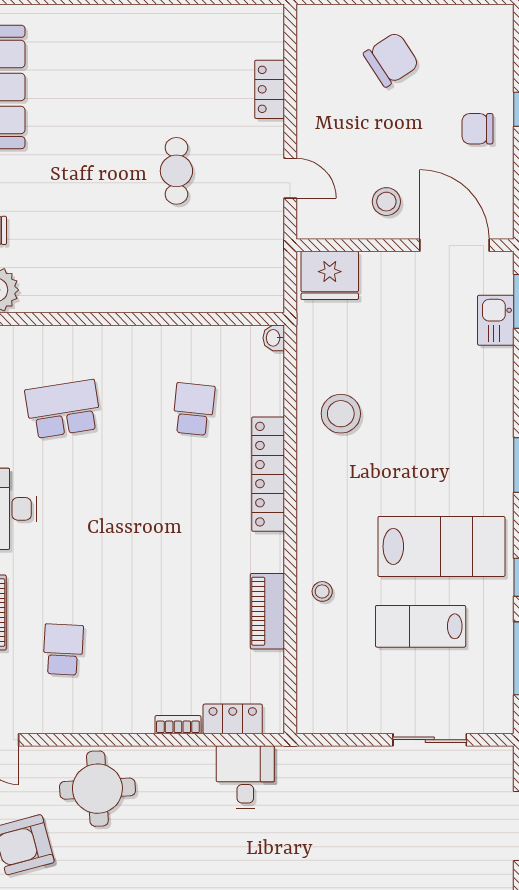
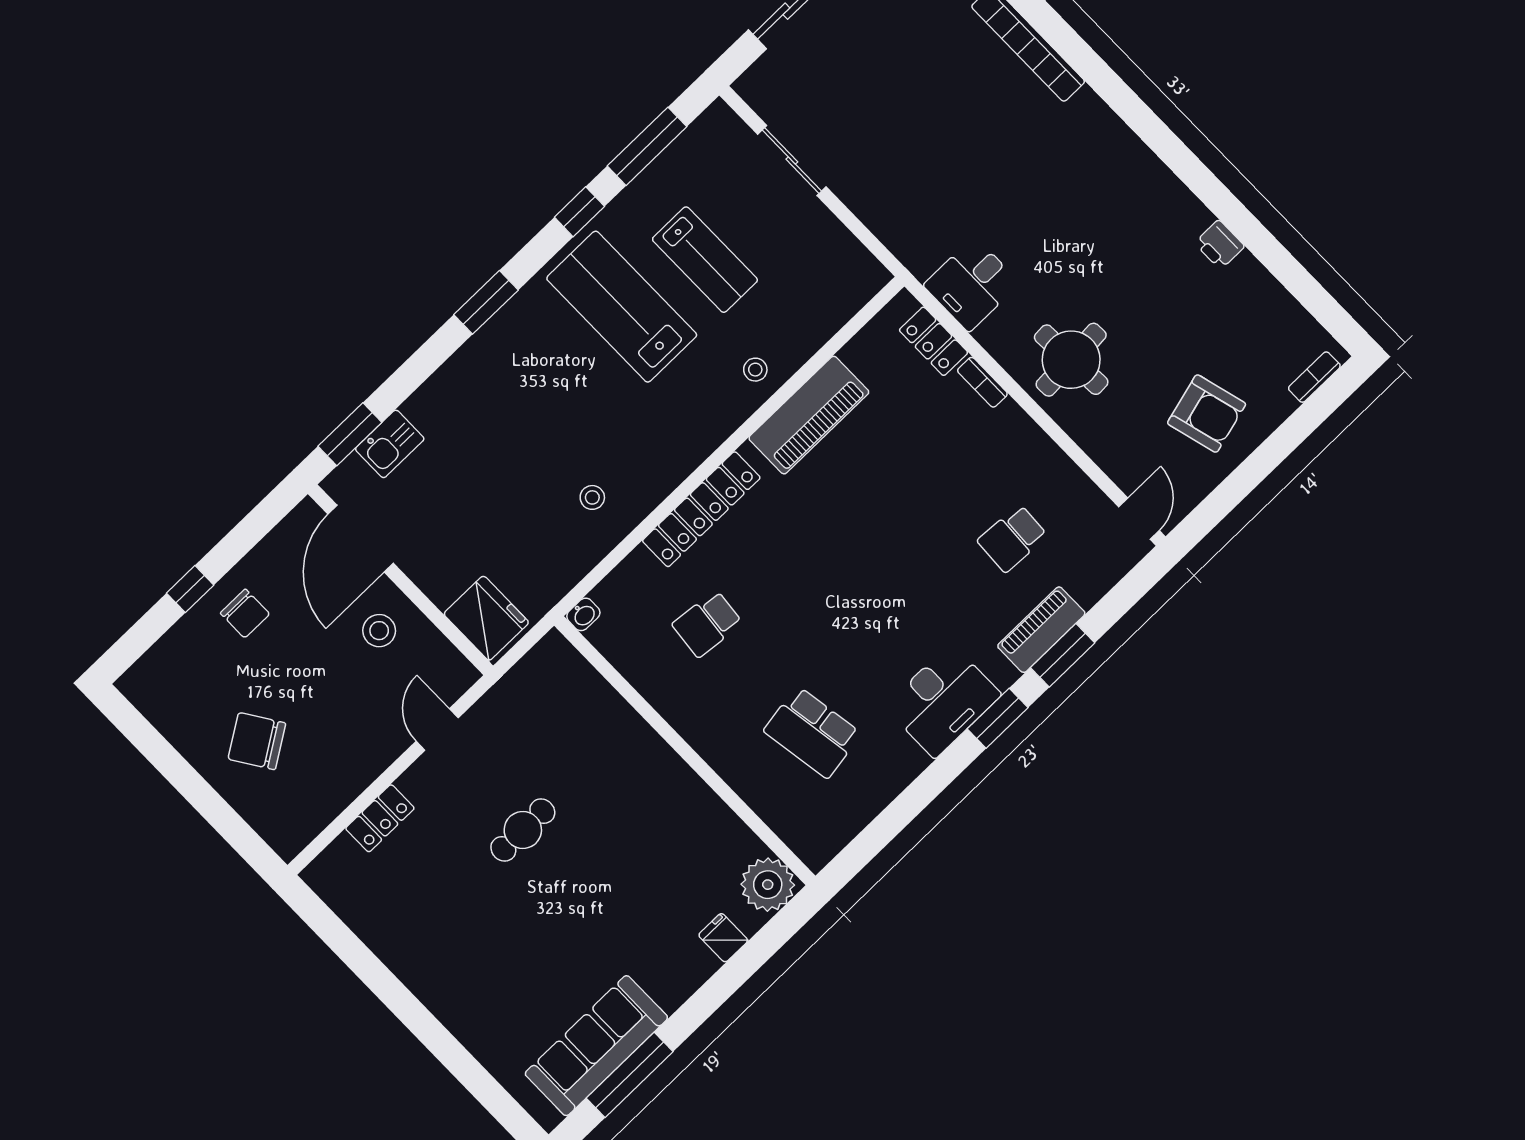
stool: (341, 414) -> (592, 497), width x0.53, depth x0.53
piano: (267, 611) -> (809, 415), width x1.37, depth x1.33
round table: (97, 789) -> (1071, 360), moved

